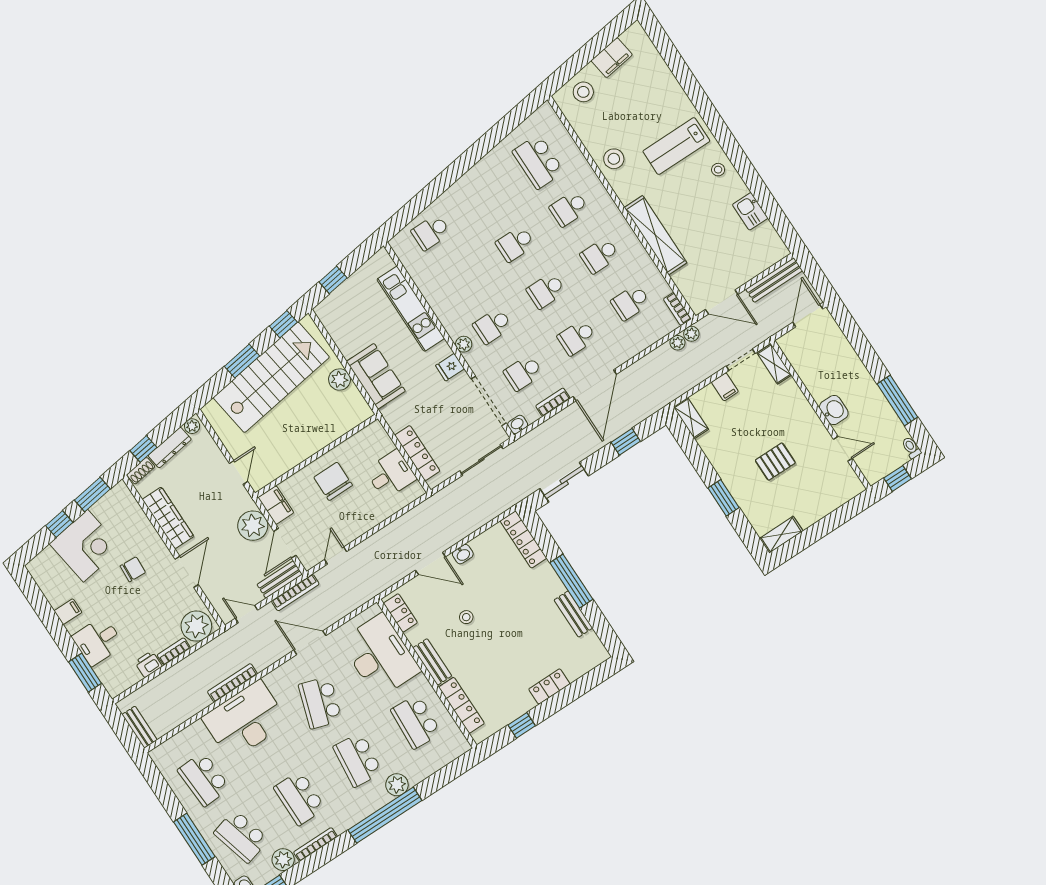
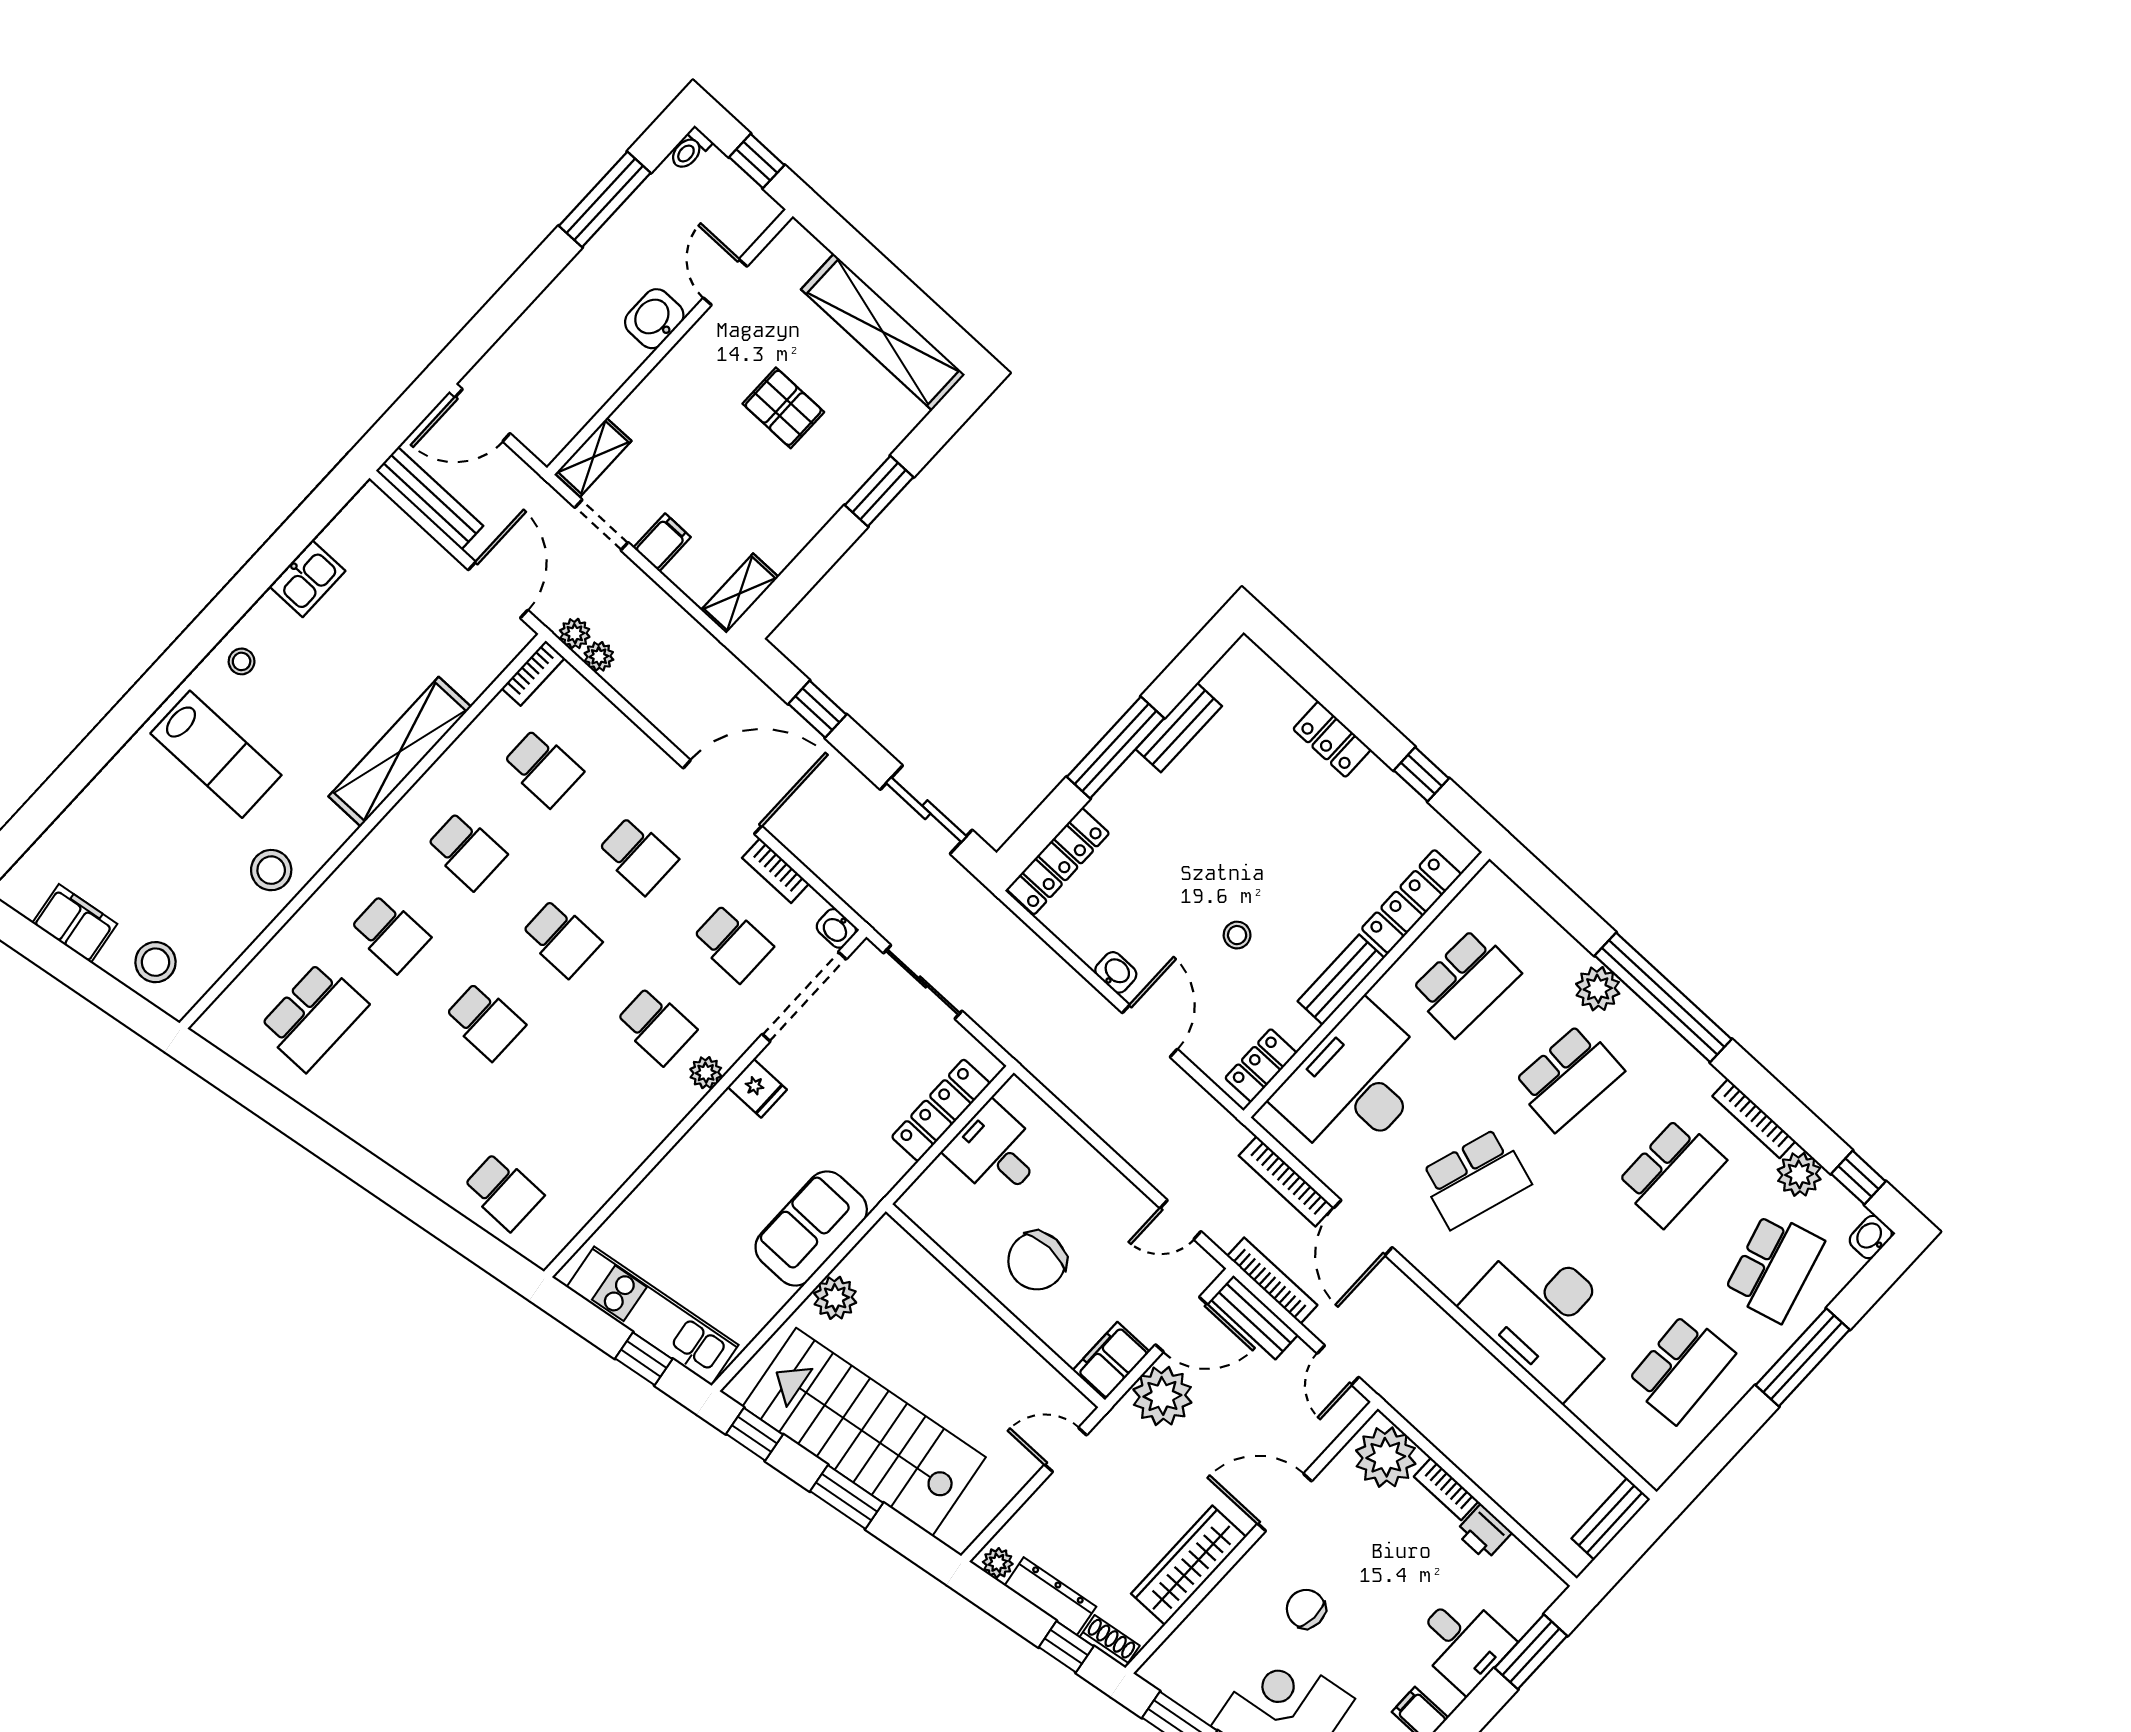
kitchen unit: (411, 309) -> (653, 1316), moved, turned -98
shelving: (781, 535) -> (883, 332), width x2.20, depth x1.33
bookcase: (232, 683) -> (1286, 1181), moved

